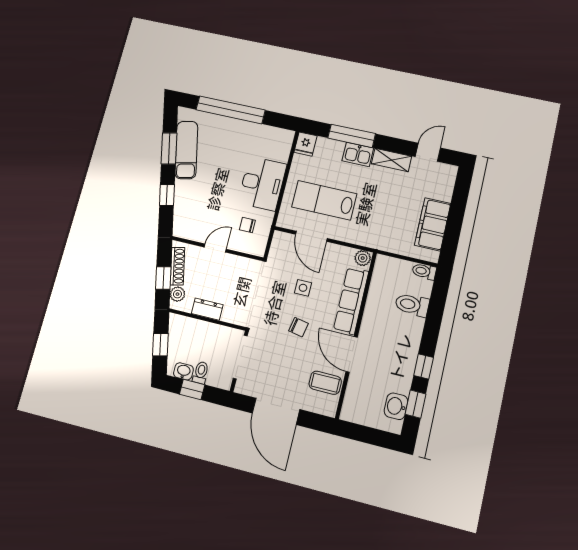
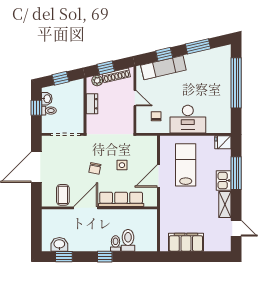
exam couch: (186, 150) -> (163, 68), moved
door: (311, 236) -> (159, 176), moved
plant: (363, 258) -> (152, 200), removed
toilet: (424, 271) -> (116, 243), moved
window: (424, 366) -> (105, 257), moved

